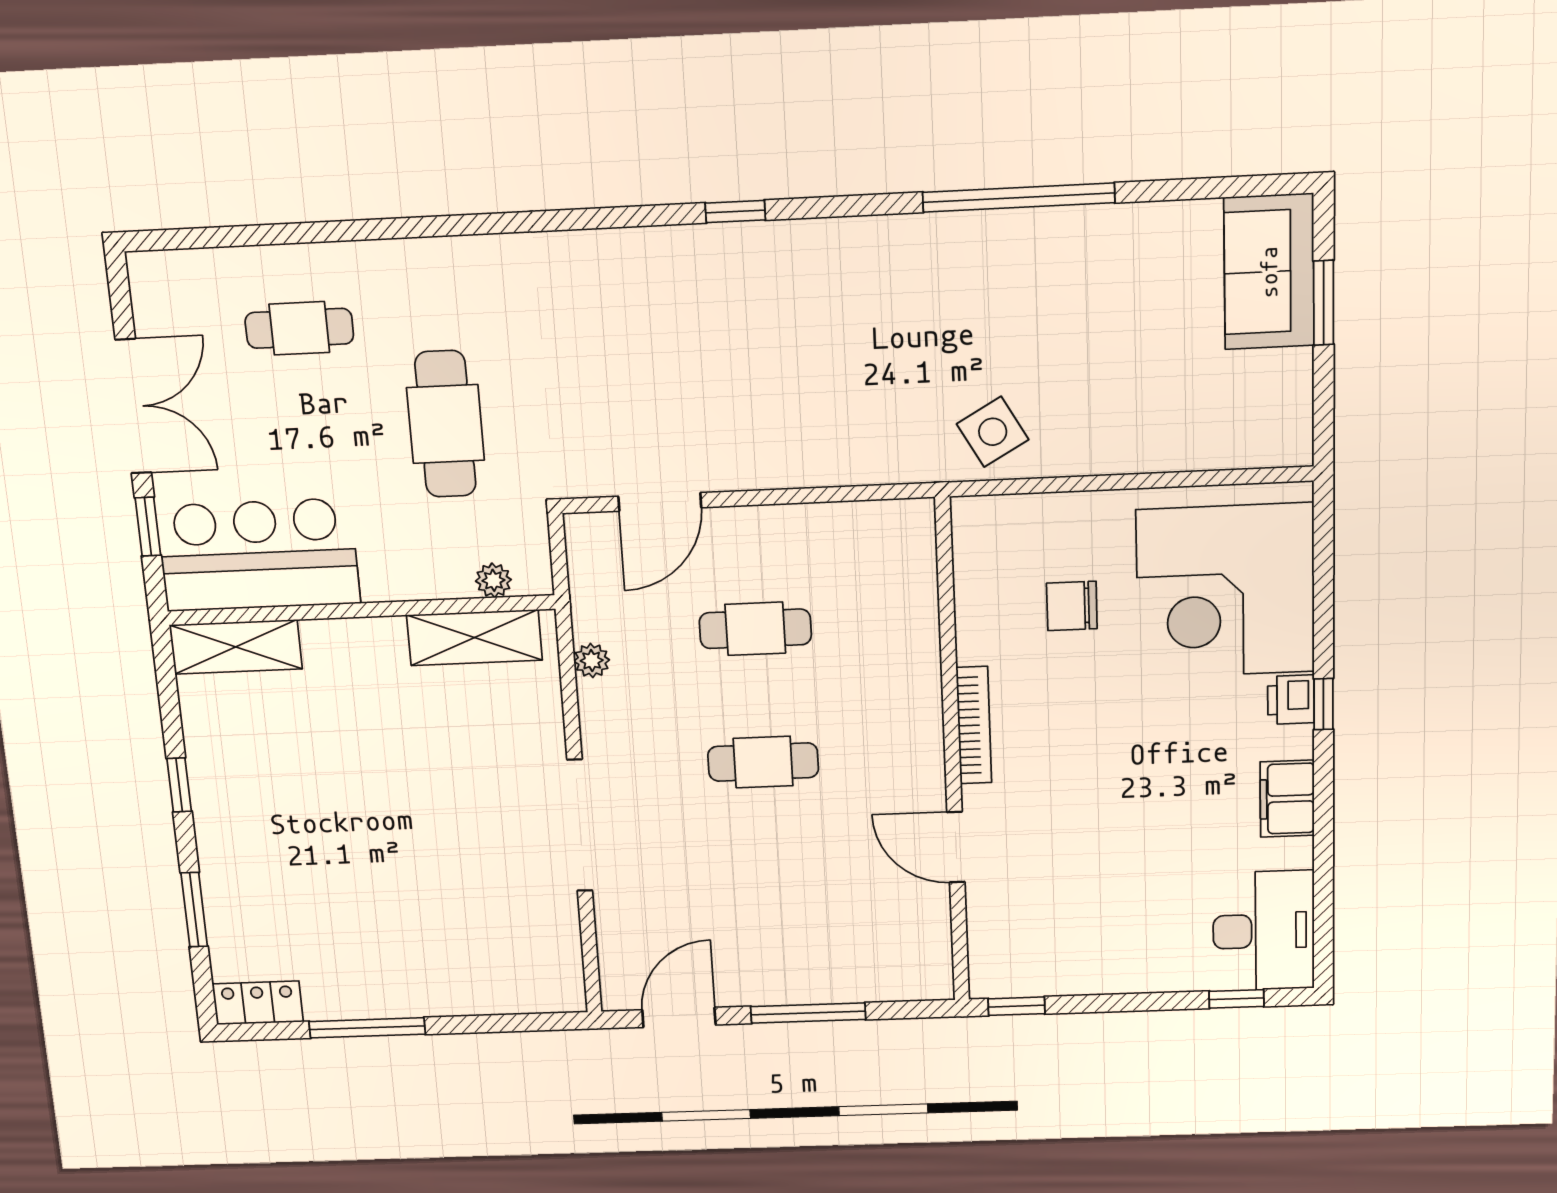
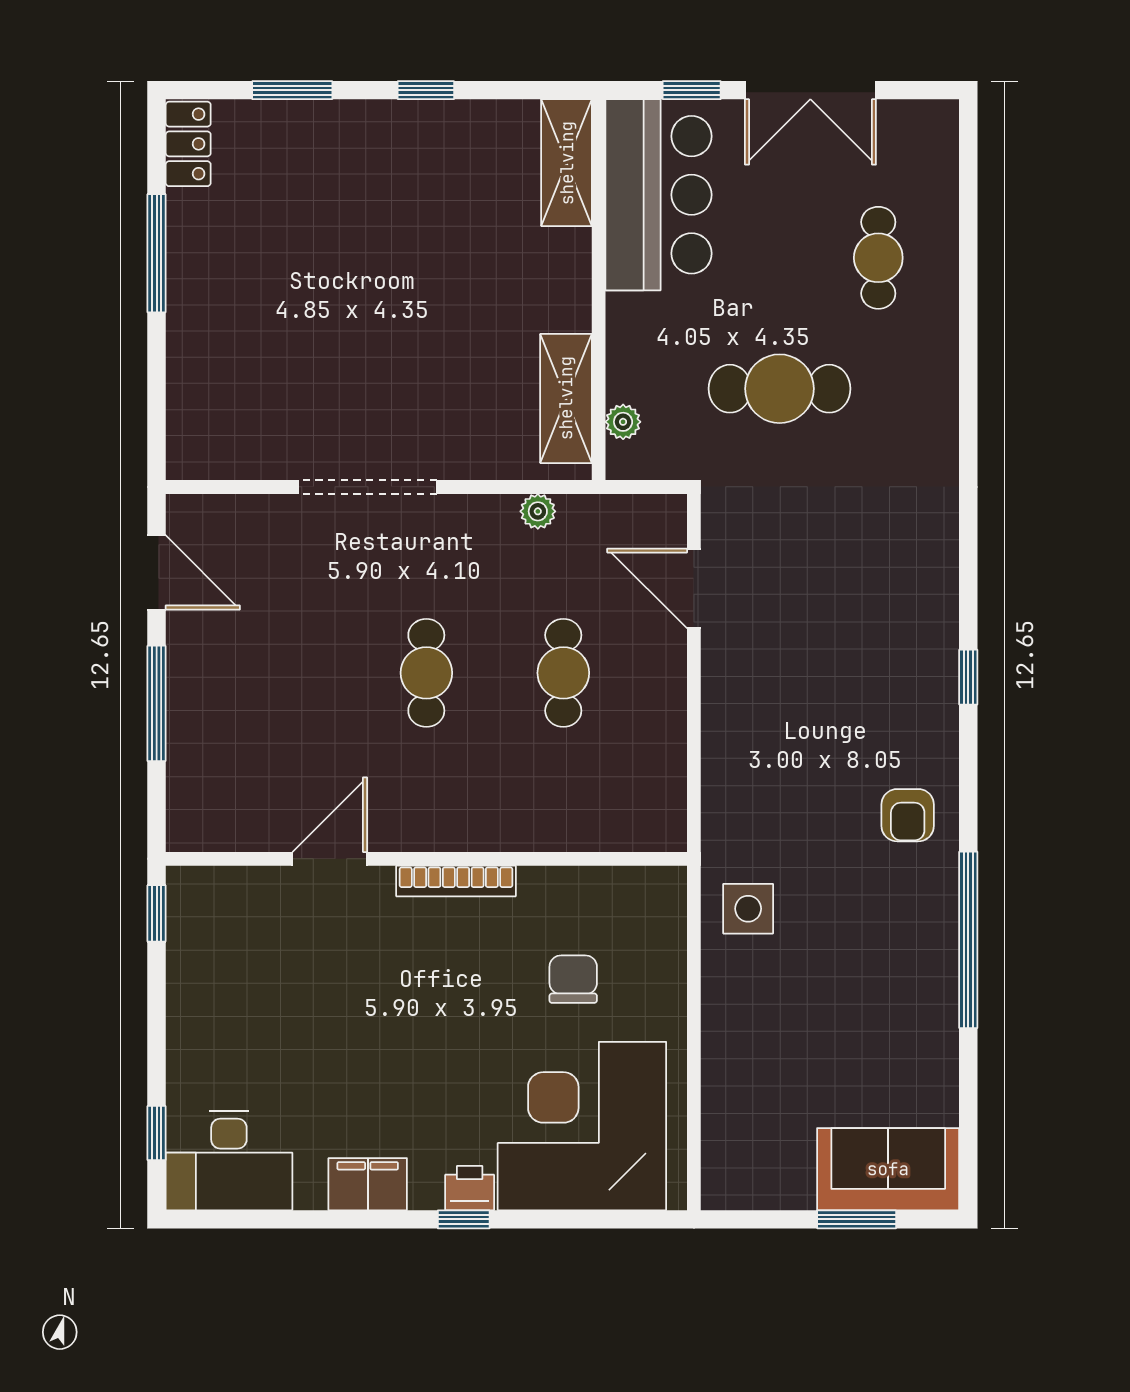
armchair: (887, 269) -> (908, 815), added
side table: (993, 432) -> (748, 909), turned 30

